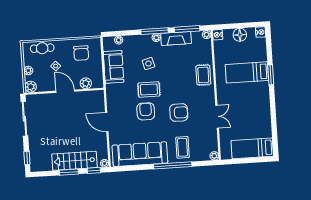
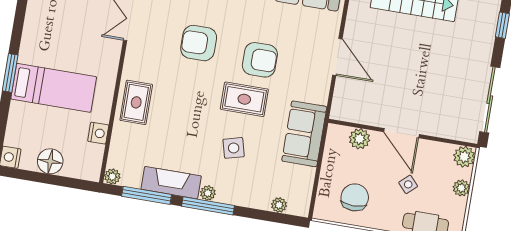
nightstand: (218, 35) -> (98, 133), moved
sofa: (114, 67) -> (304, 134), moved
armchair: (146, 111) -> (260, 60), turned -90

